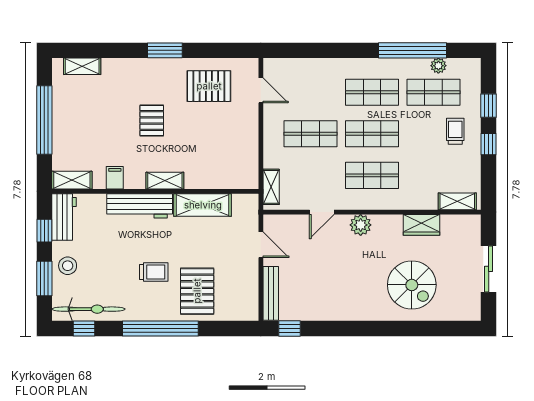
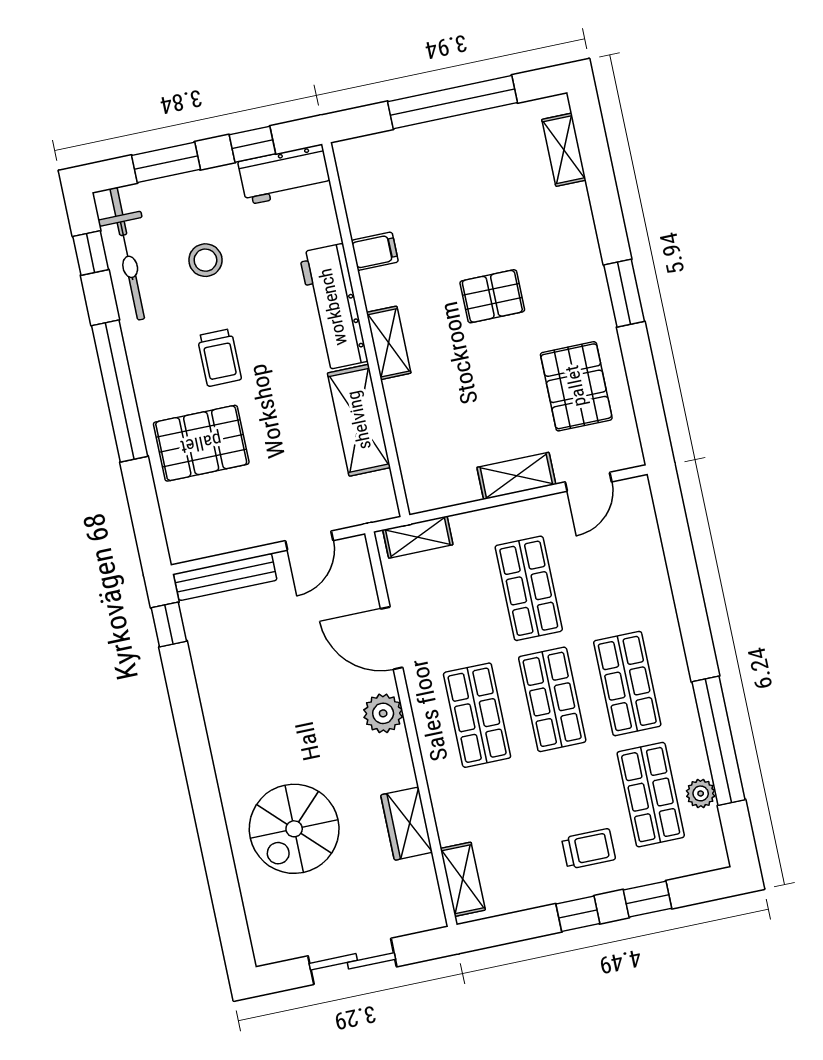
shelving: (72, 180) -> (516, 476), moved, turned 90
door: (322, 212) -> (392, 638), width x1.38
stool: (68, 266) -> (205, 260), moved

